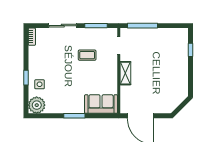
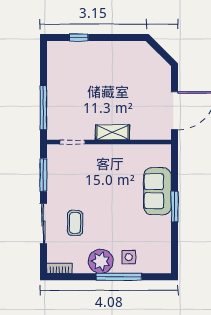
coffee table: (87, 55) -> (75, 223), moved
window: (26, 78) -> (119, 277), width x2.17
sofa: (101, 104) -> (157, 191), moved
plant: (37, 105) -> (101, 261), moved

